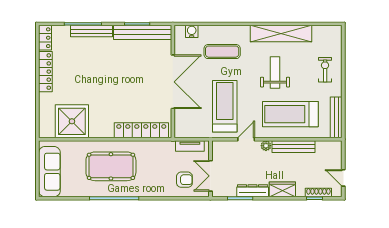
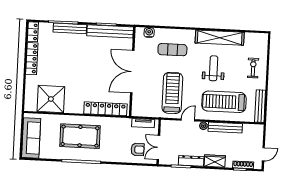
double door: (173, 82) -> (132, 72), swing flipped
door: (343, 178) -> (263, 154), swing flipped

